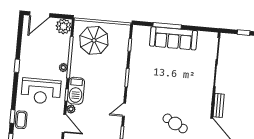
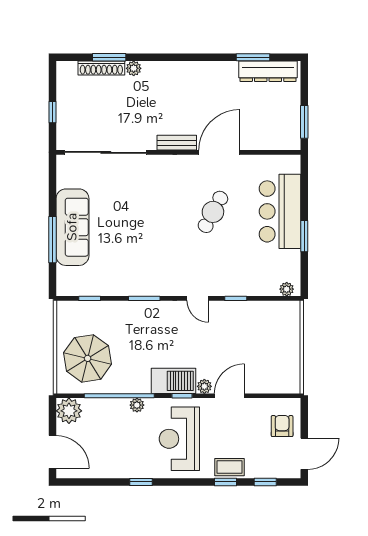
reception desk: (41, 91) -> (179, 439), turned 180

